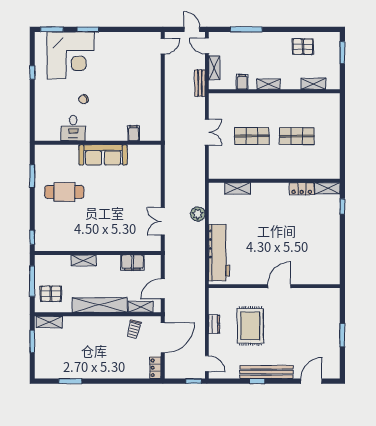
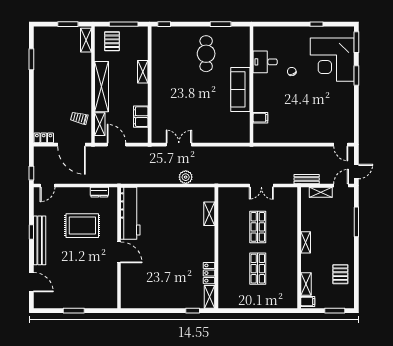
filing cabinet: (242, 82) -> (308, 302), moved
workbench: (219, 253) -> (130, 213), moved, turned -90
dresser: (214, 324) -> (99, 192), moved

